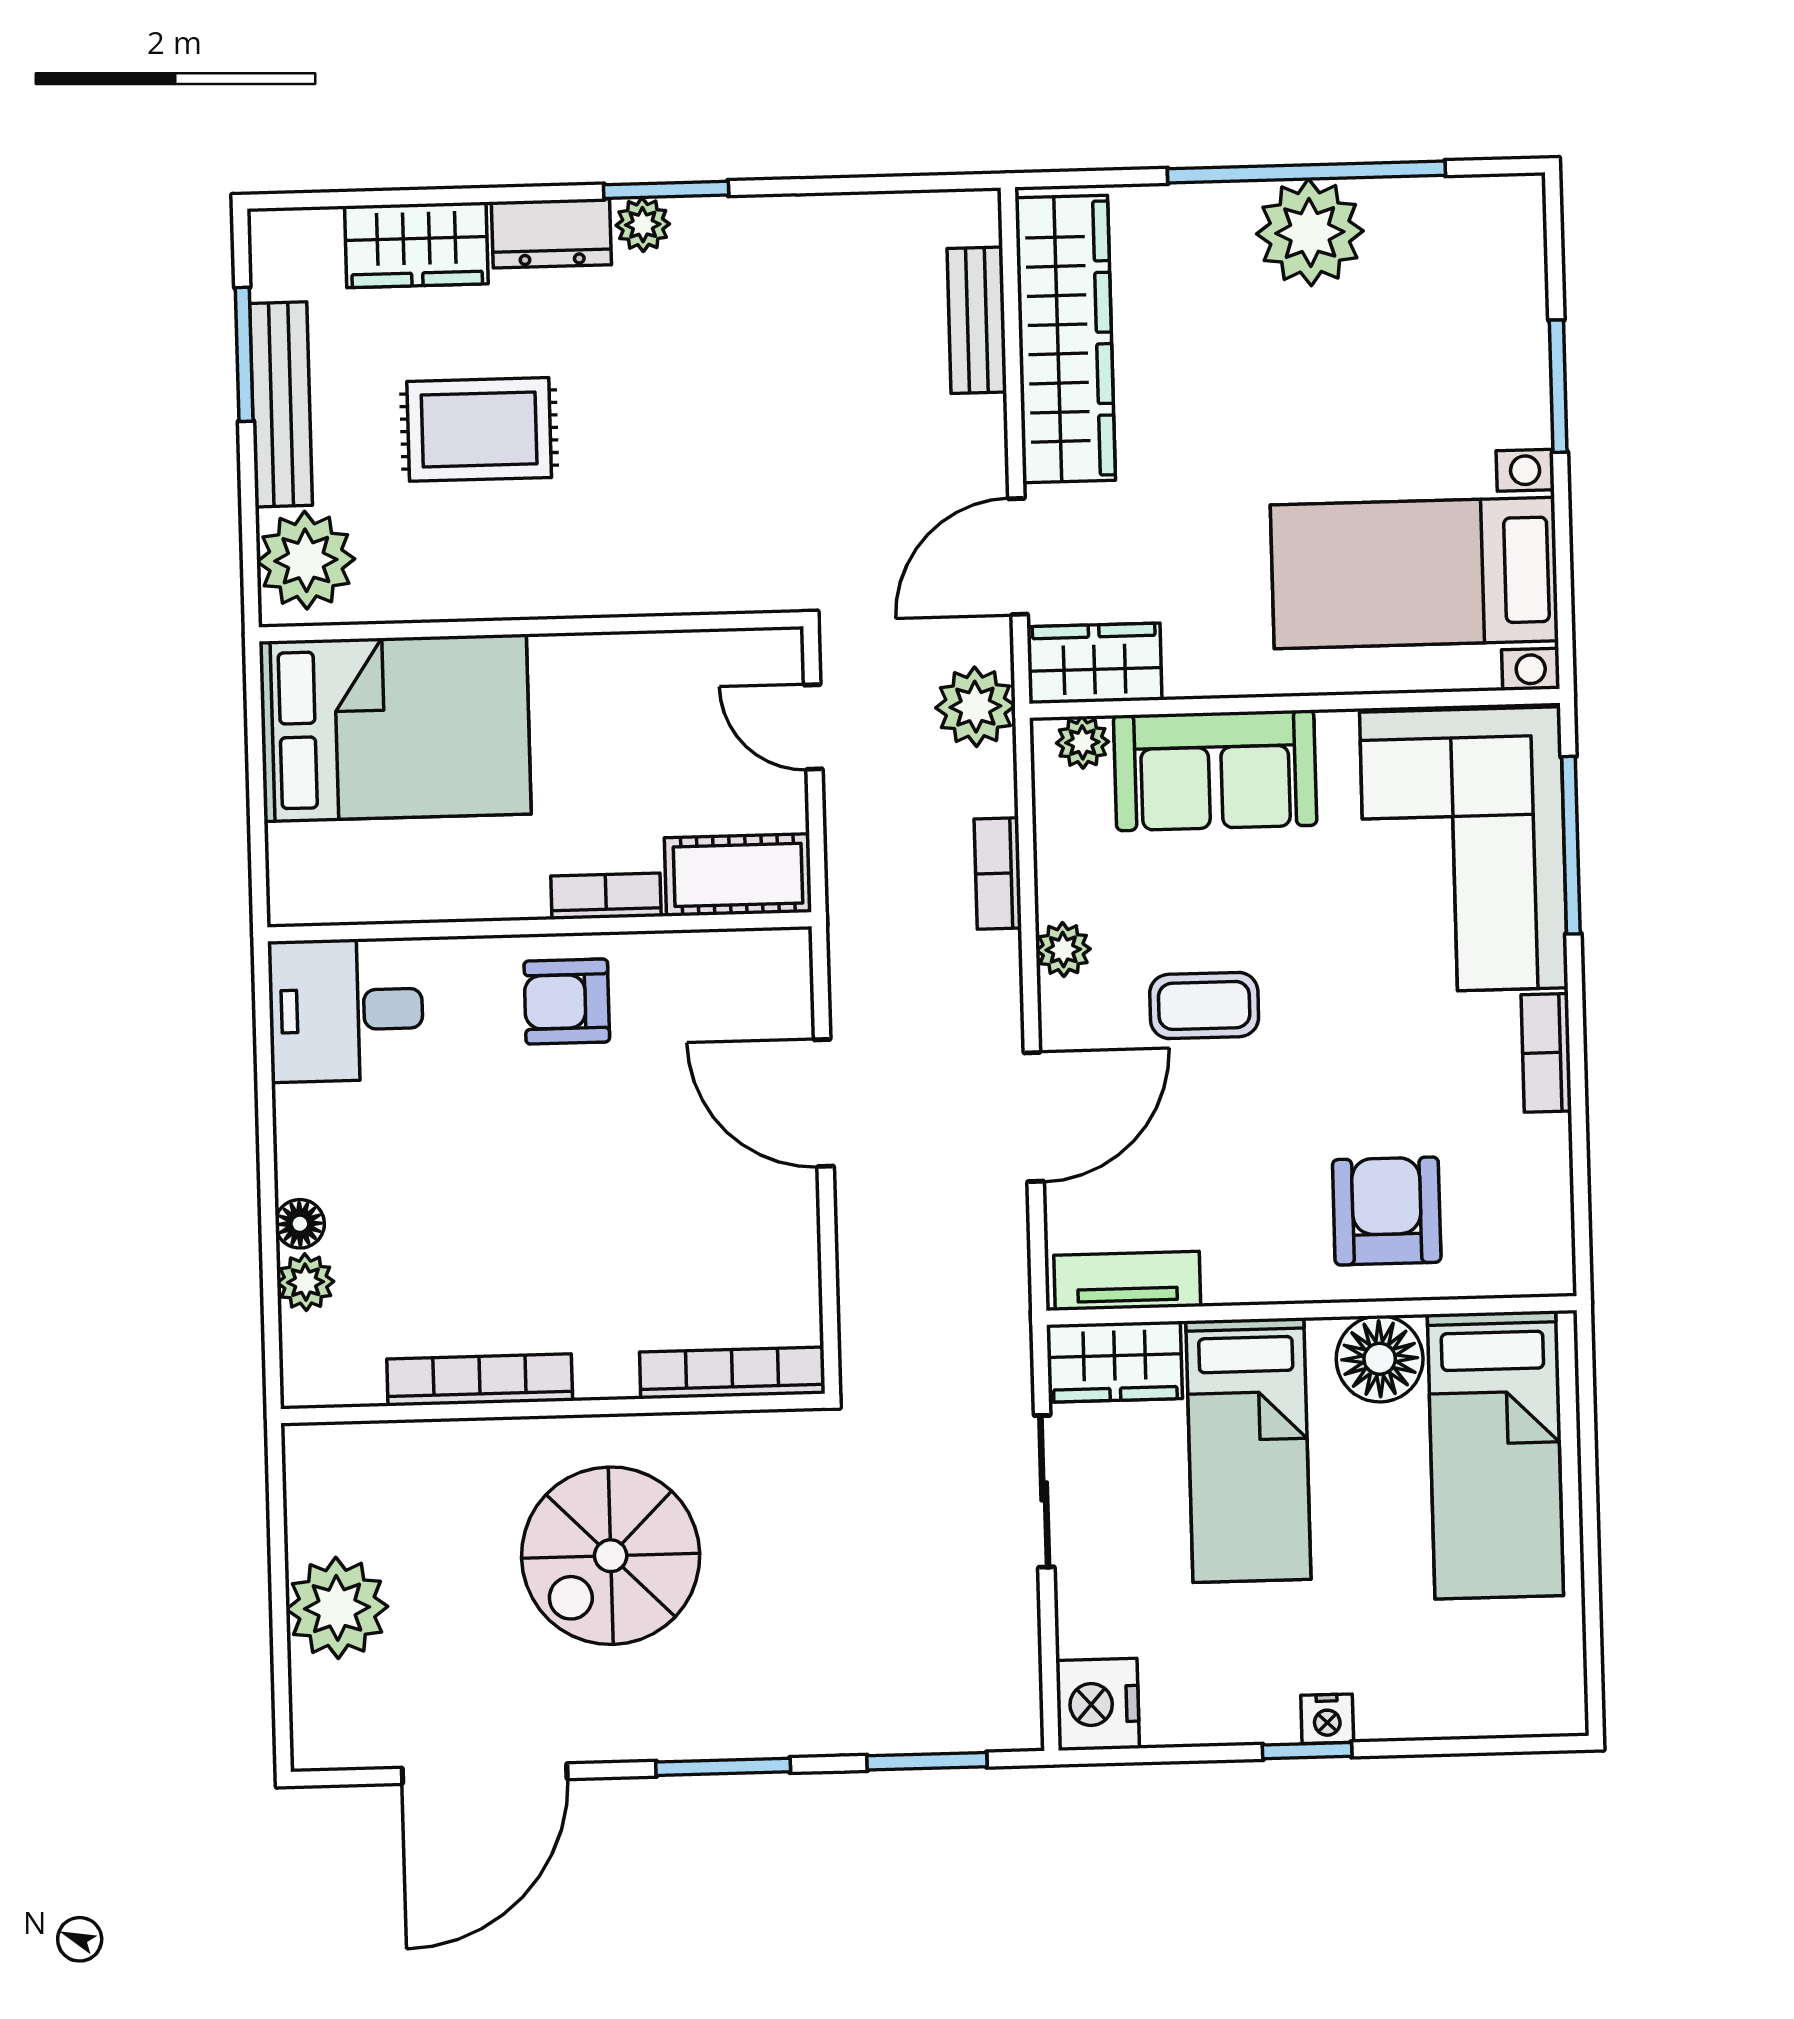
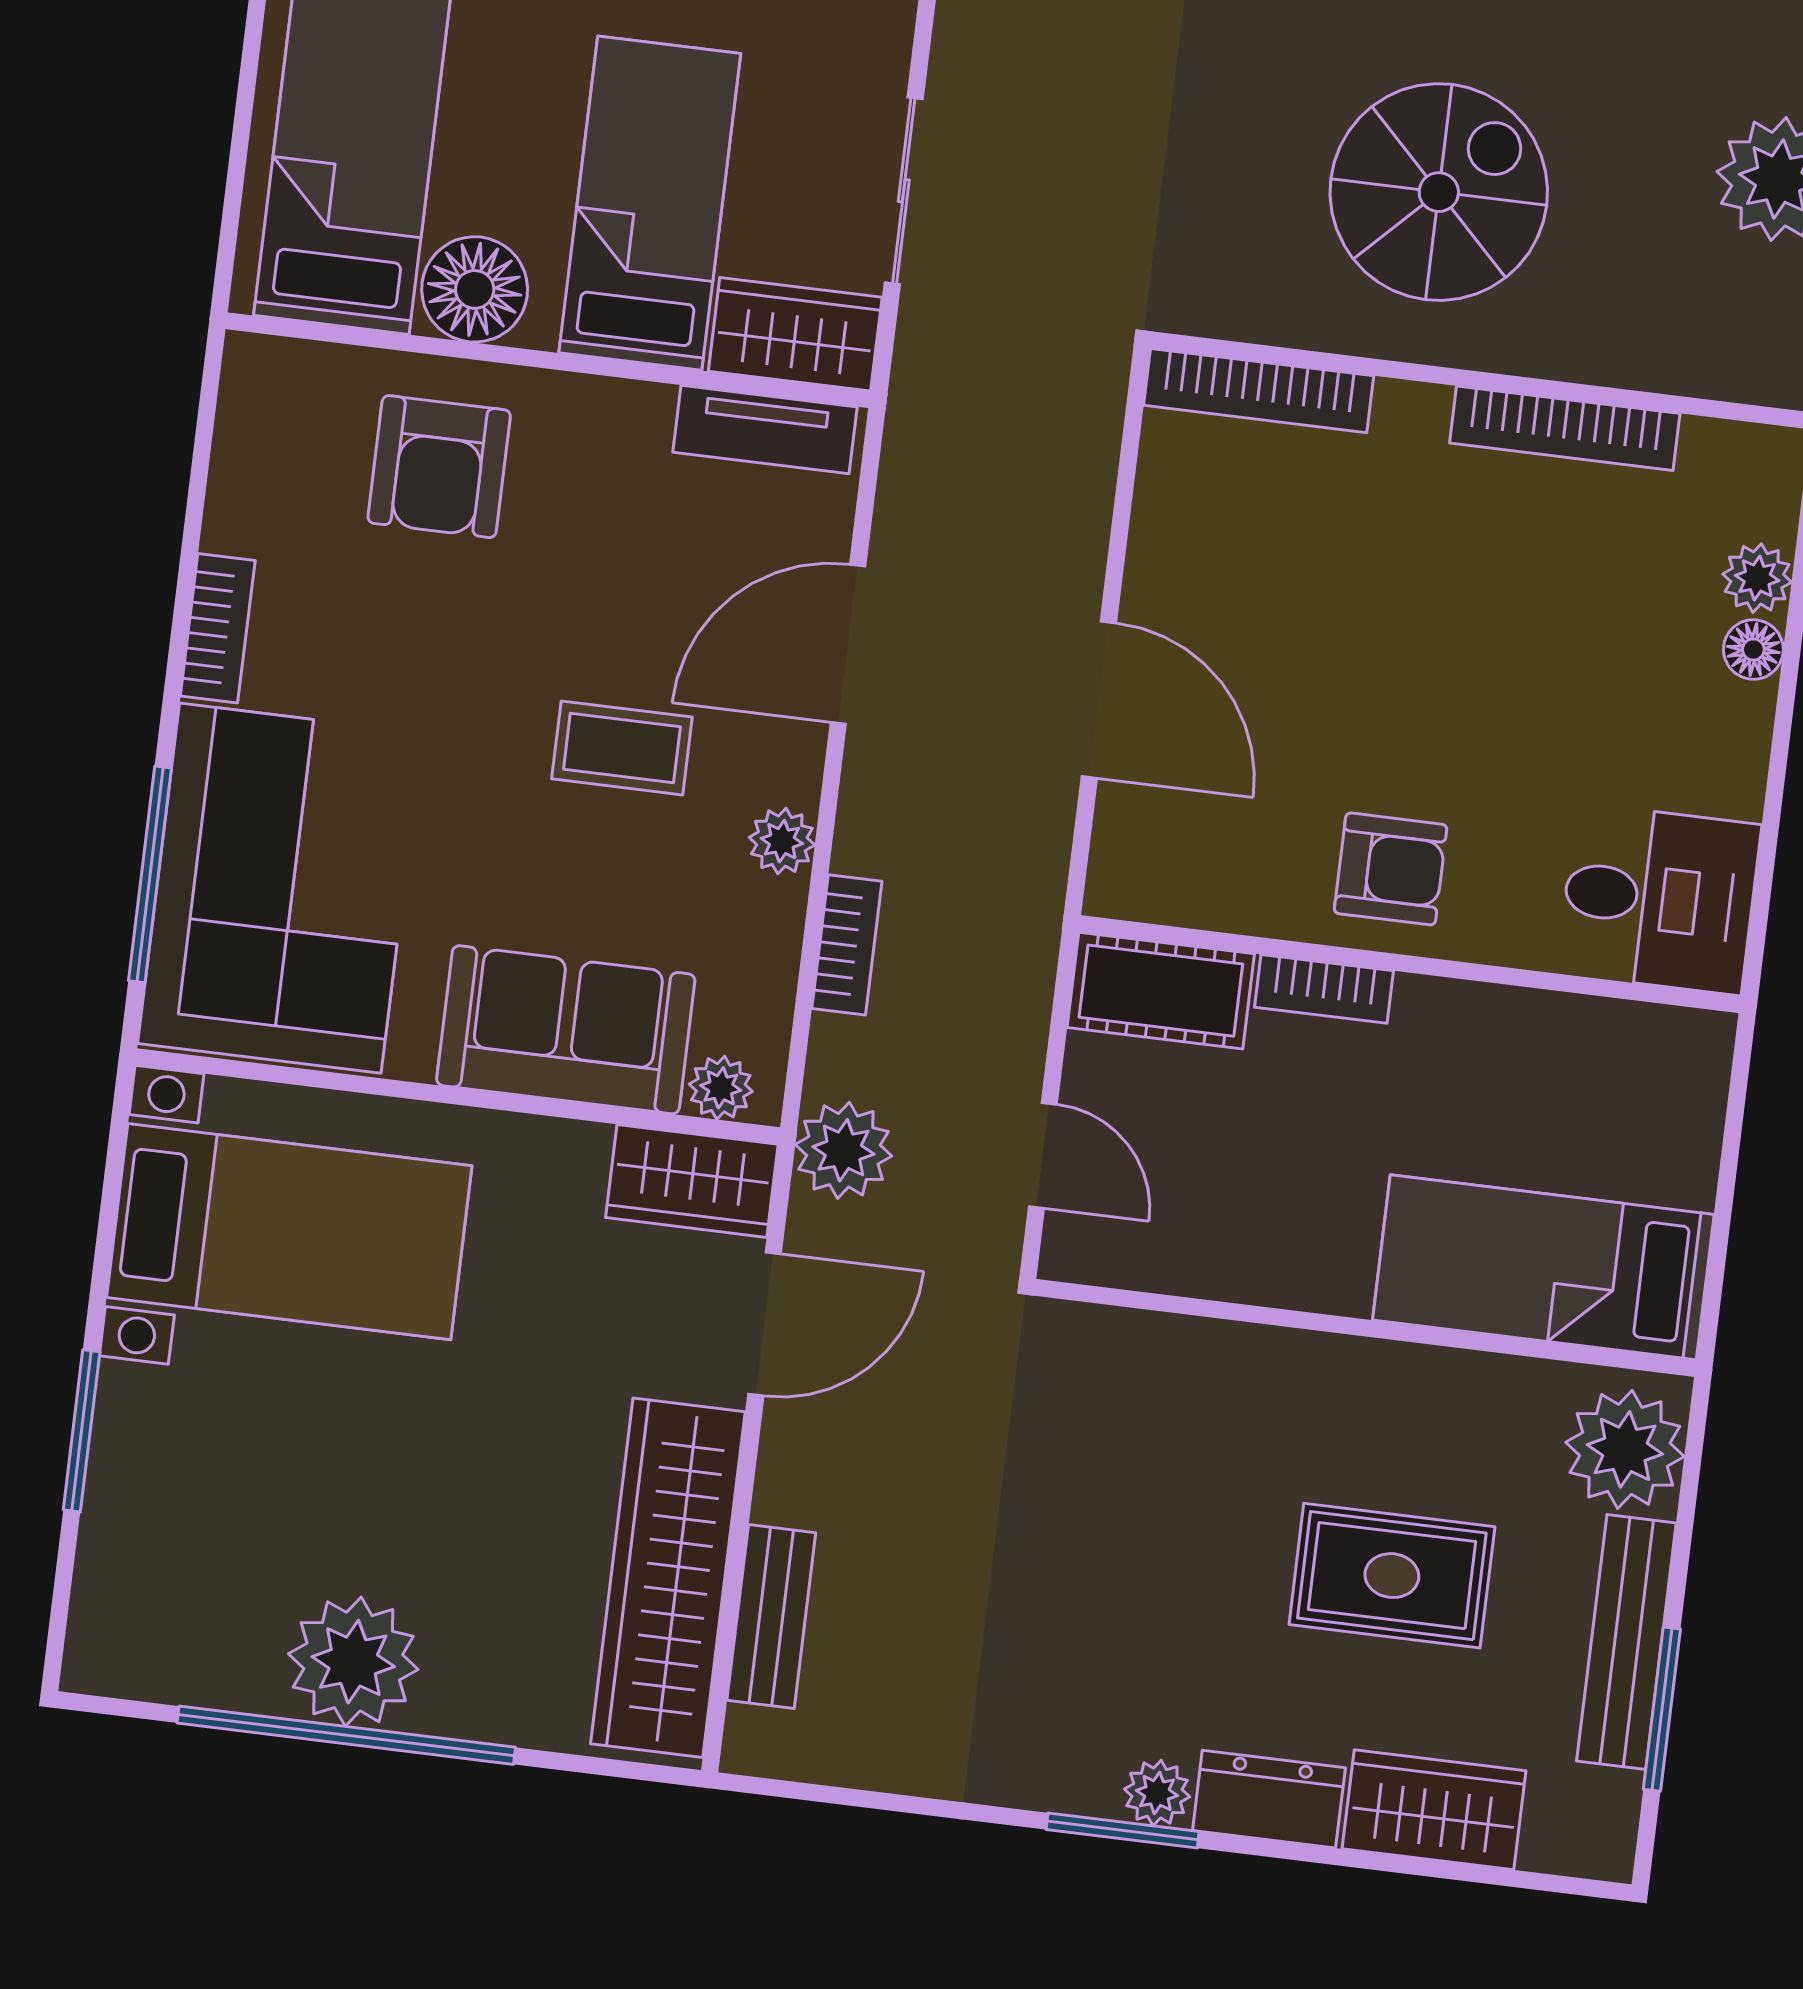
bed: (395, 728) -> (1543, 1267), width x0.67

